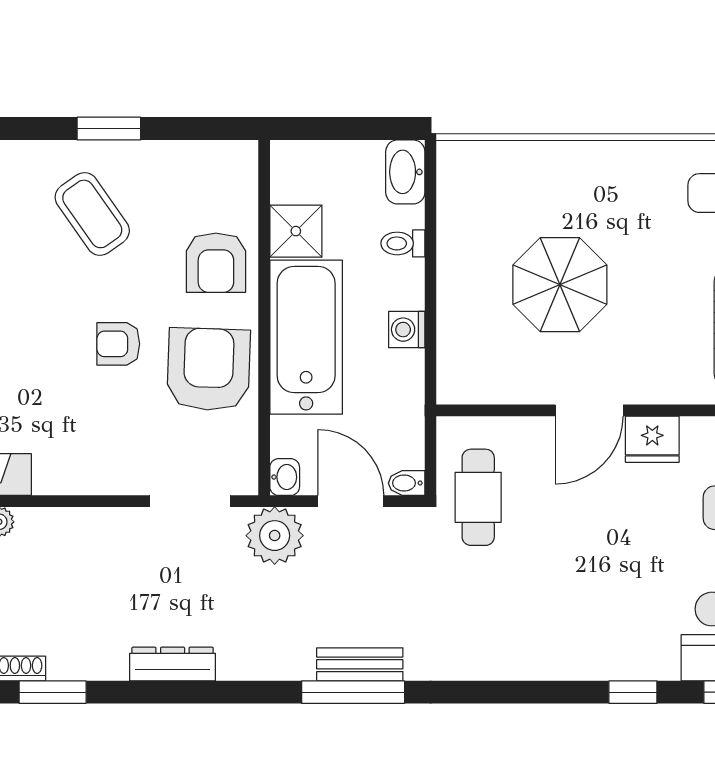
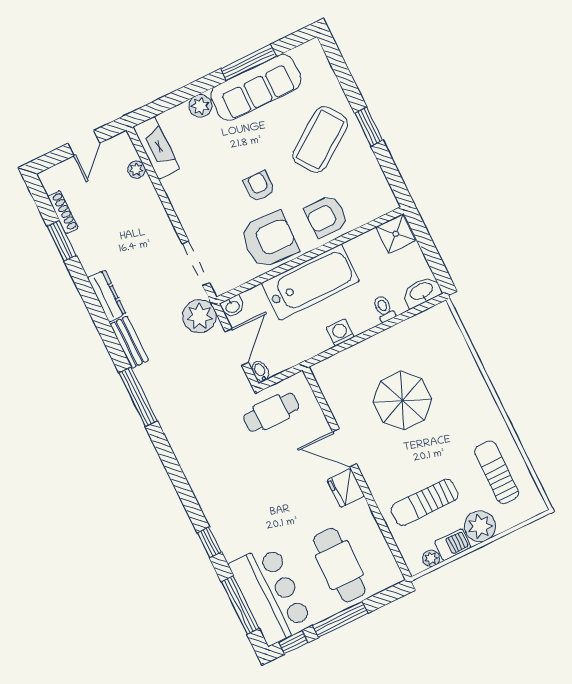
coffee table: (92, 214) -> (320, 140), width x1.36, depth x1.32
shower: (296, 231) -> (396, 234), moved
bench: (360, 664) -> (129, 342), moved

